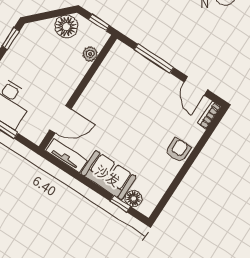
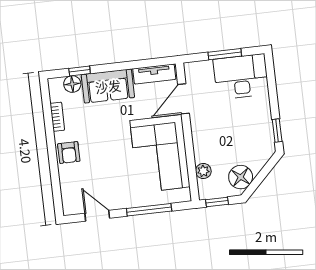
corner sofa: (111, 93) -> (160, 154), added
bookcase: (209, 115) -> (57, 117), moved

